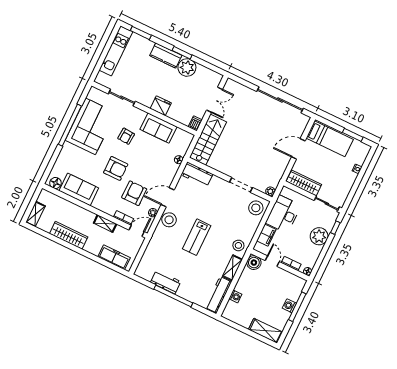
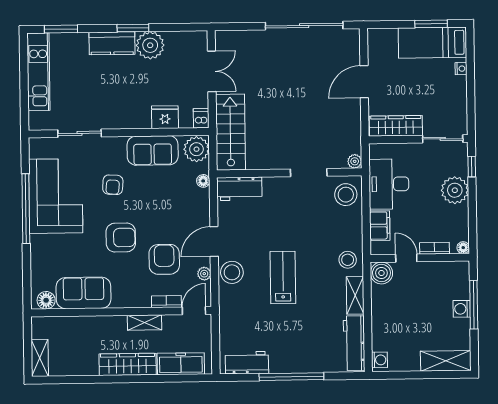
fridge: (161, 106) -> (165, 117), moved
bed: (330, 139) -> (432, 43), moved, turned 180
plant: (184, 140) -> (196, 149), added
wardrobe: (69, 235) -> (128, 364), moved
lab bench: (197, 237) -> (283, 277), turned 180
workbench: (166, 282) -> (247, 363), moved
washing machine: (235, 296) -> (379, 360), moved

